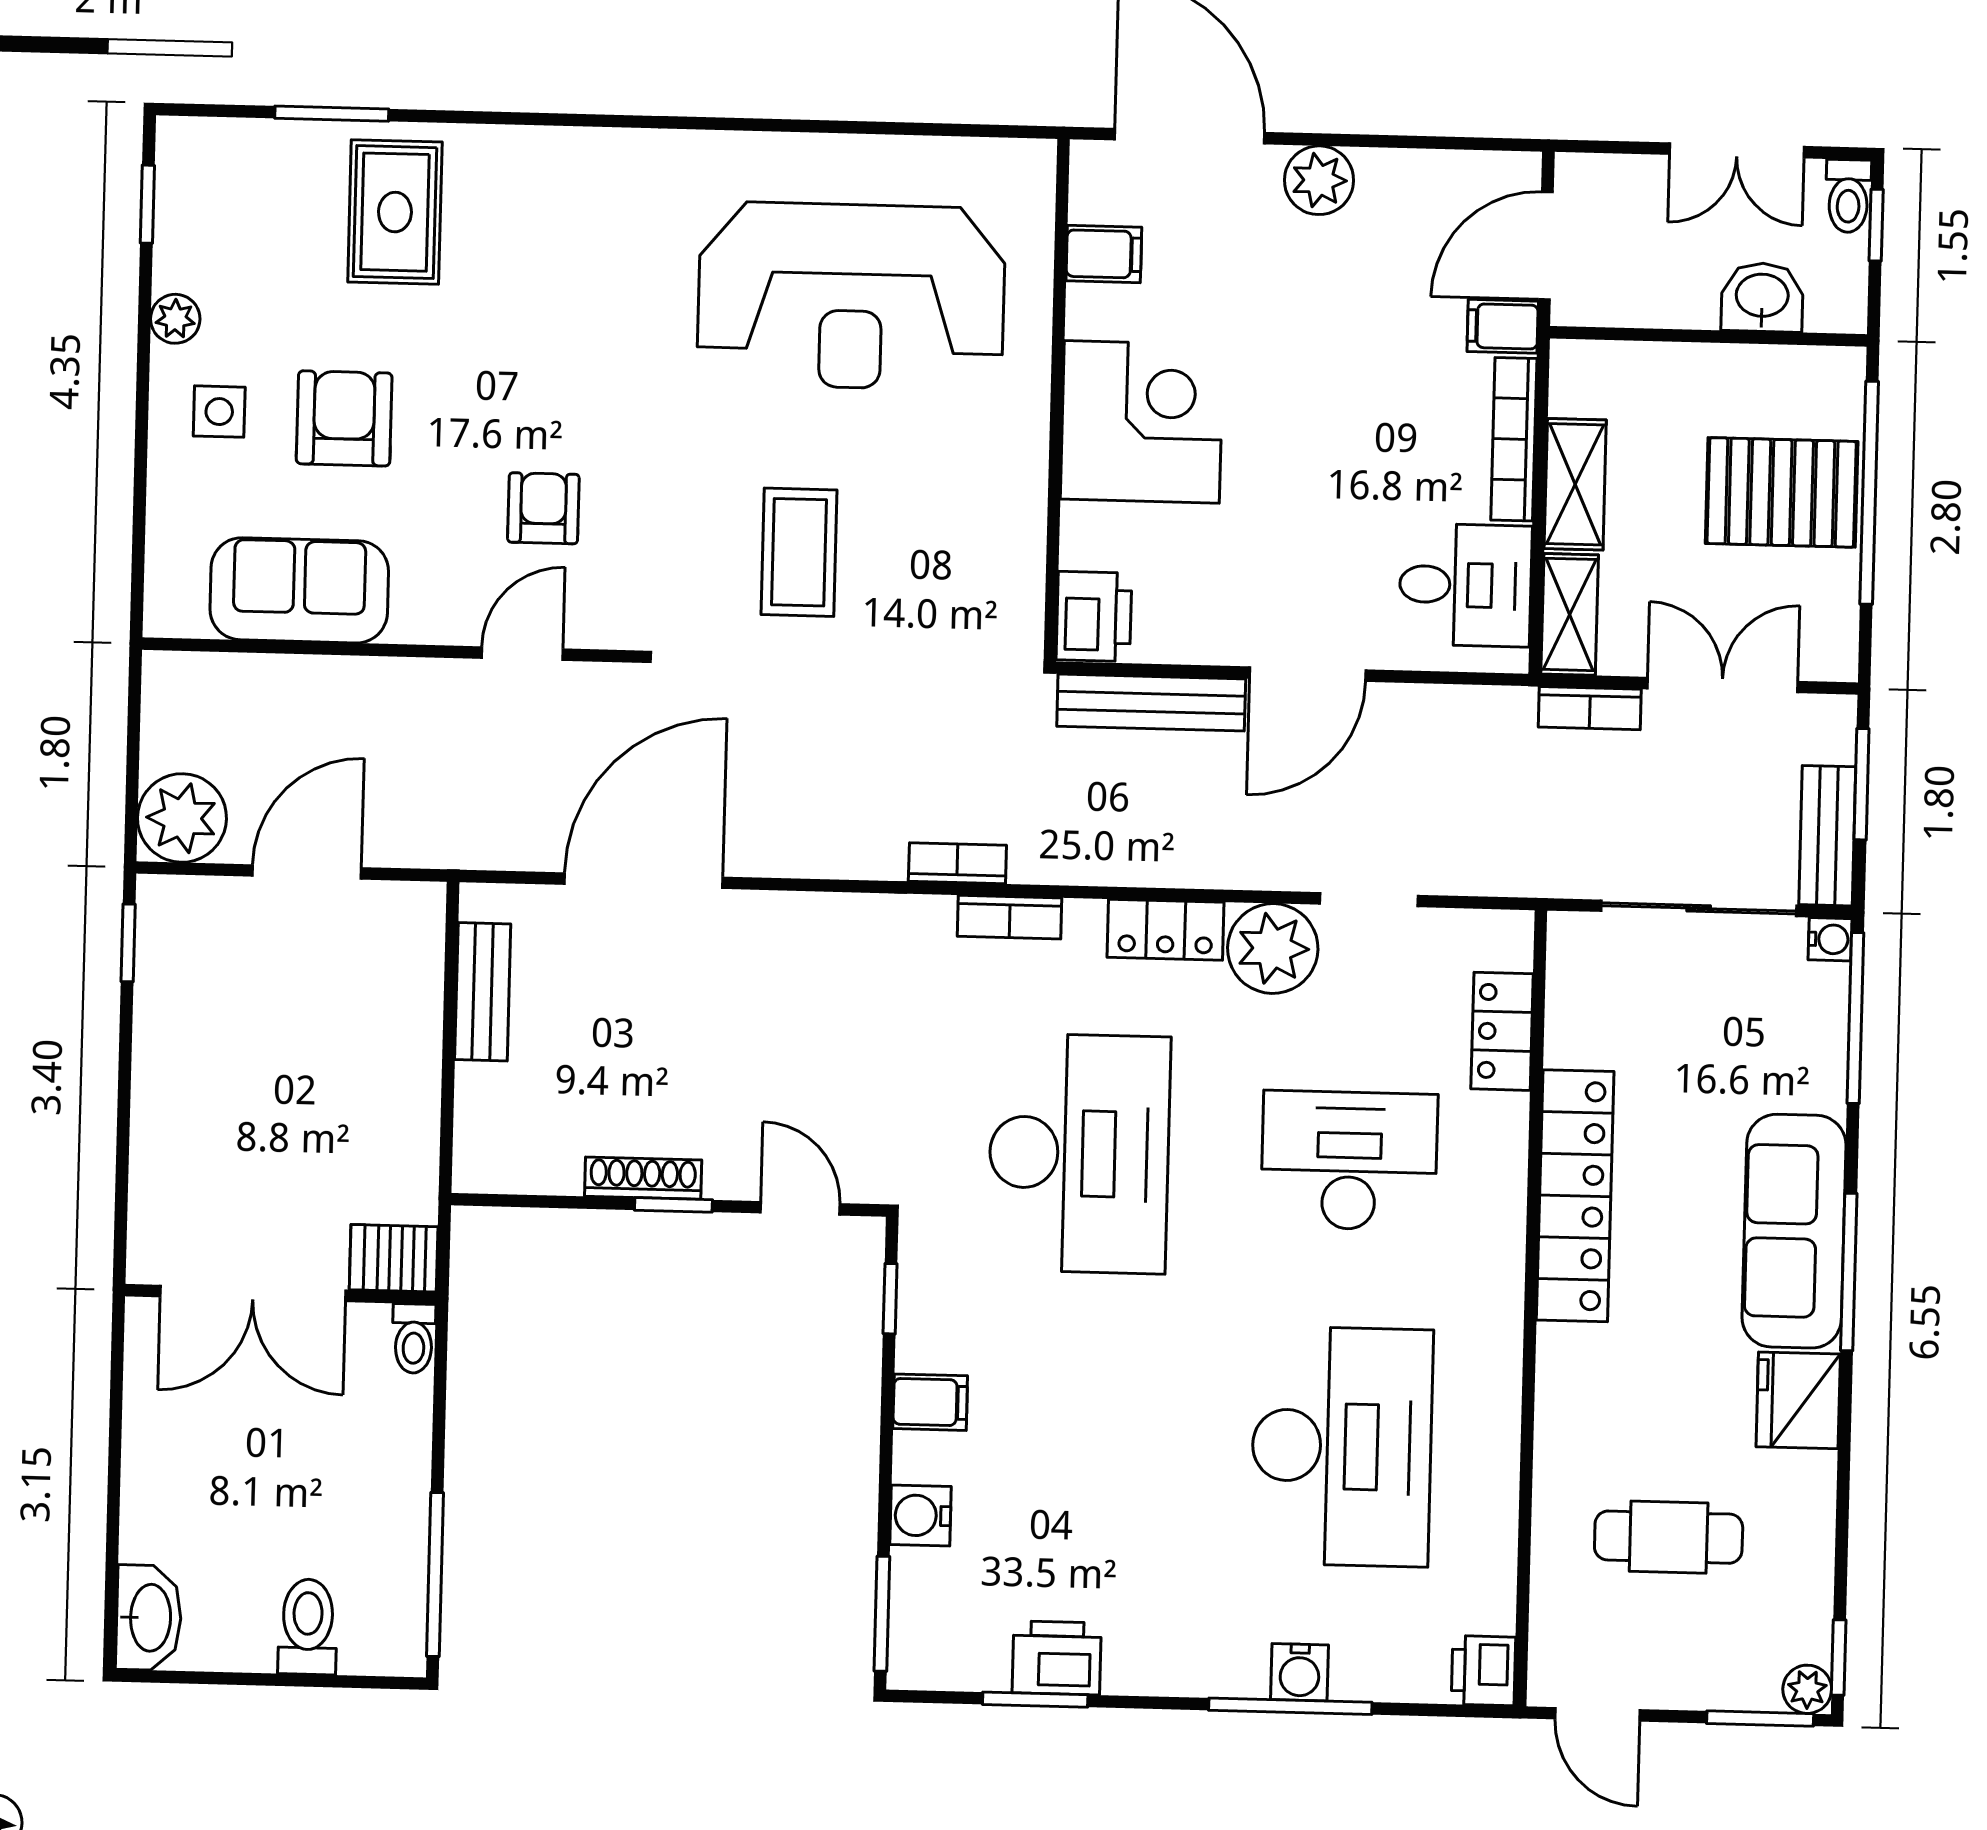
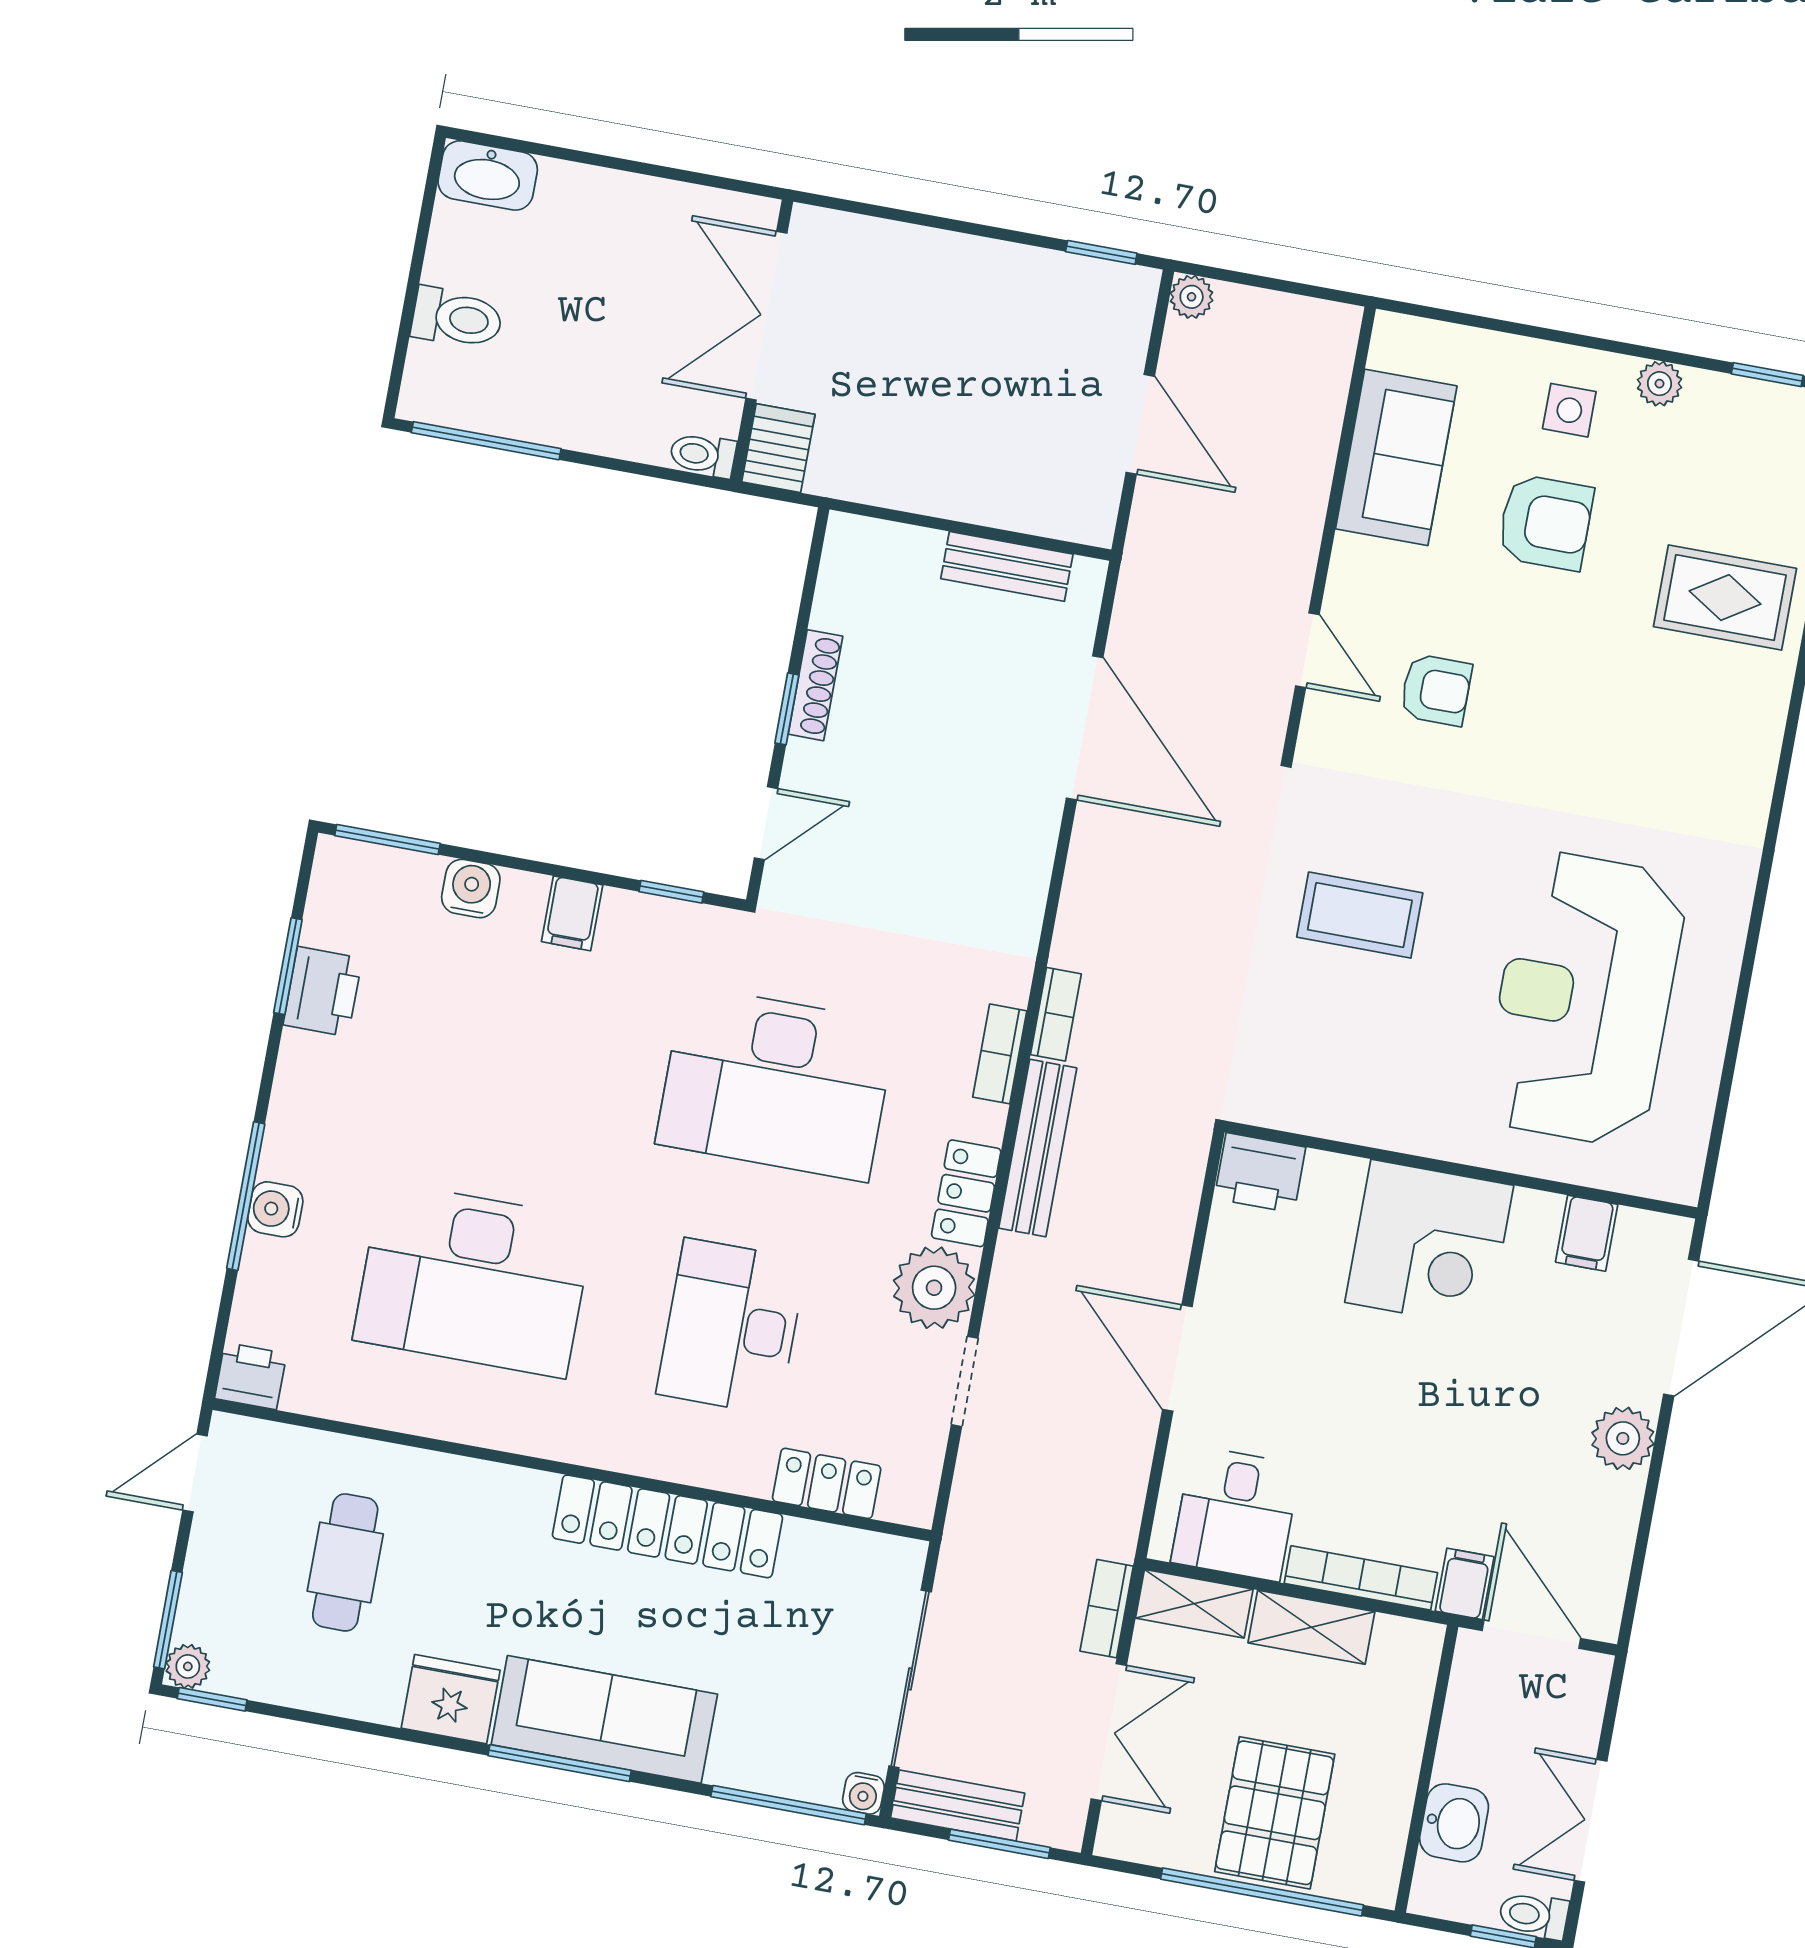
bench: (1151, 703) -> (1038, 1148), moved
plant: (182, 818) -> (1192, 297), width x0.53, depth x0.53
desk: (1349, 1160) -> (731, 1327), turned 180

